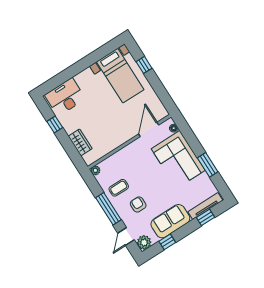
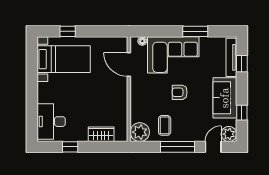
plant: (95, 170) -> (140, 132), width x1.88, depth x1.88
armchair: (138, 204) -> (180, 92), moved
door: (126, 237) -> (213, 147), swing flipped

